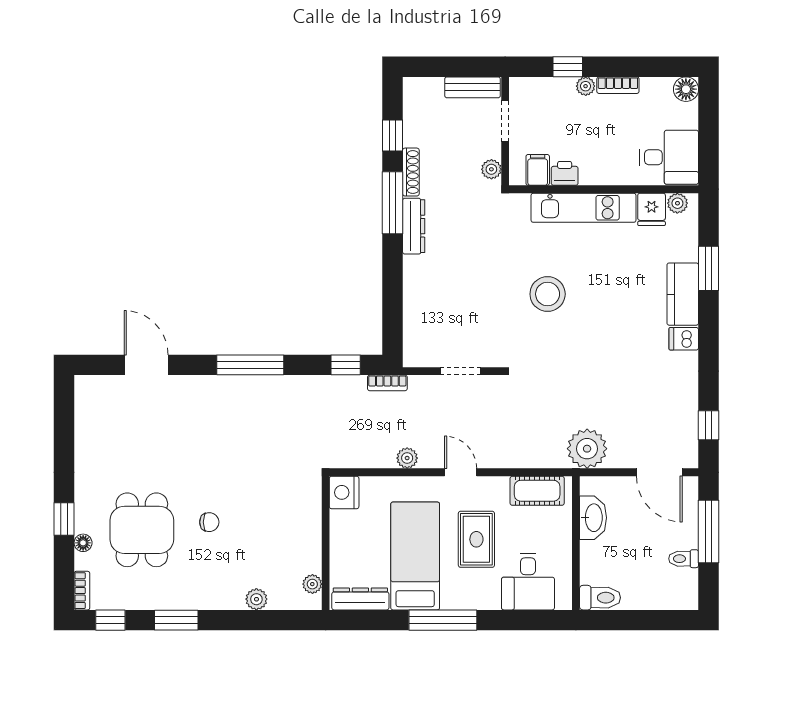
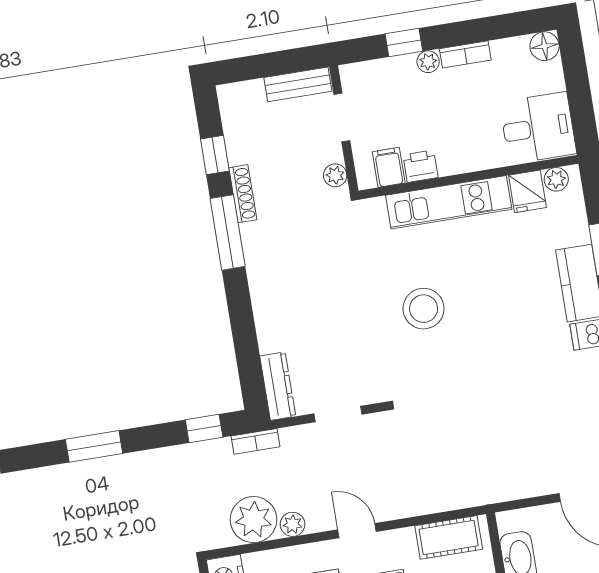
dresser: (414, 226) -> (278, 386), moved
window: (250, 365) -> (94, 446), width x0.69
plant: (587, 449) -> (254, 520), moved

